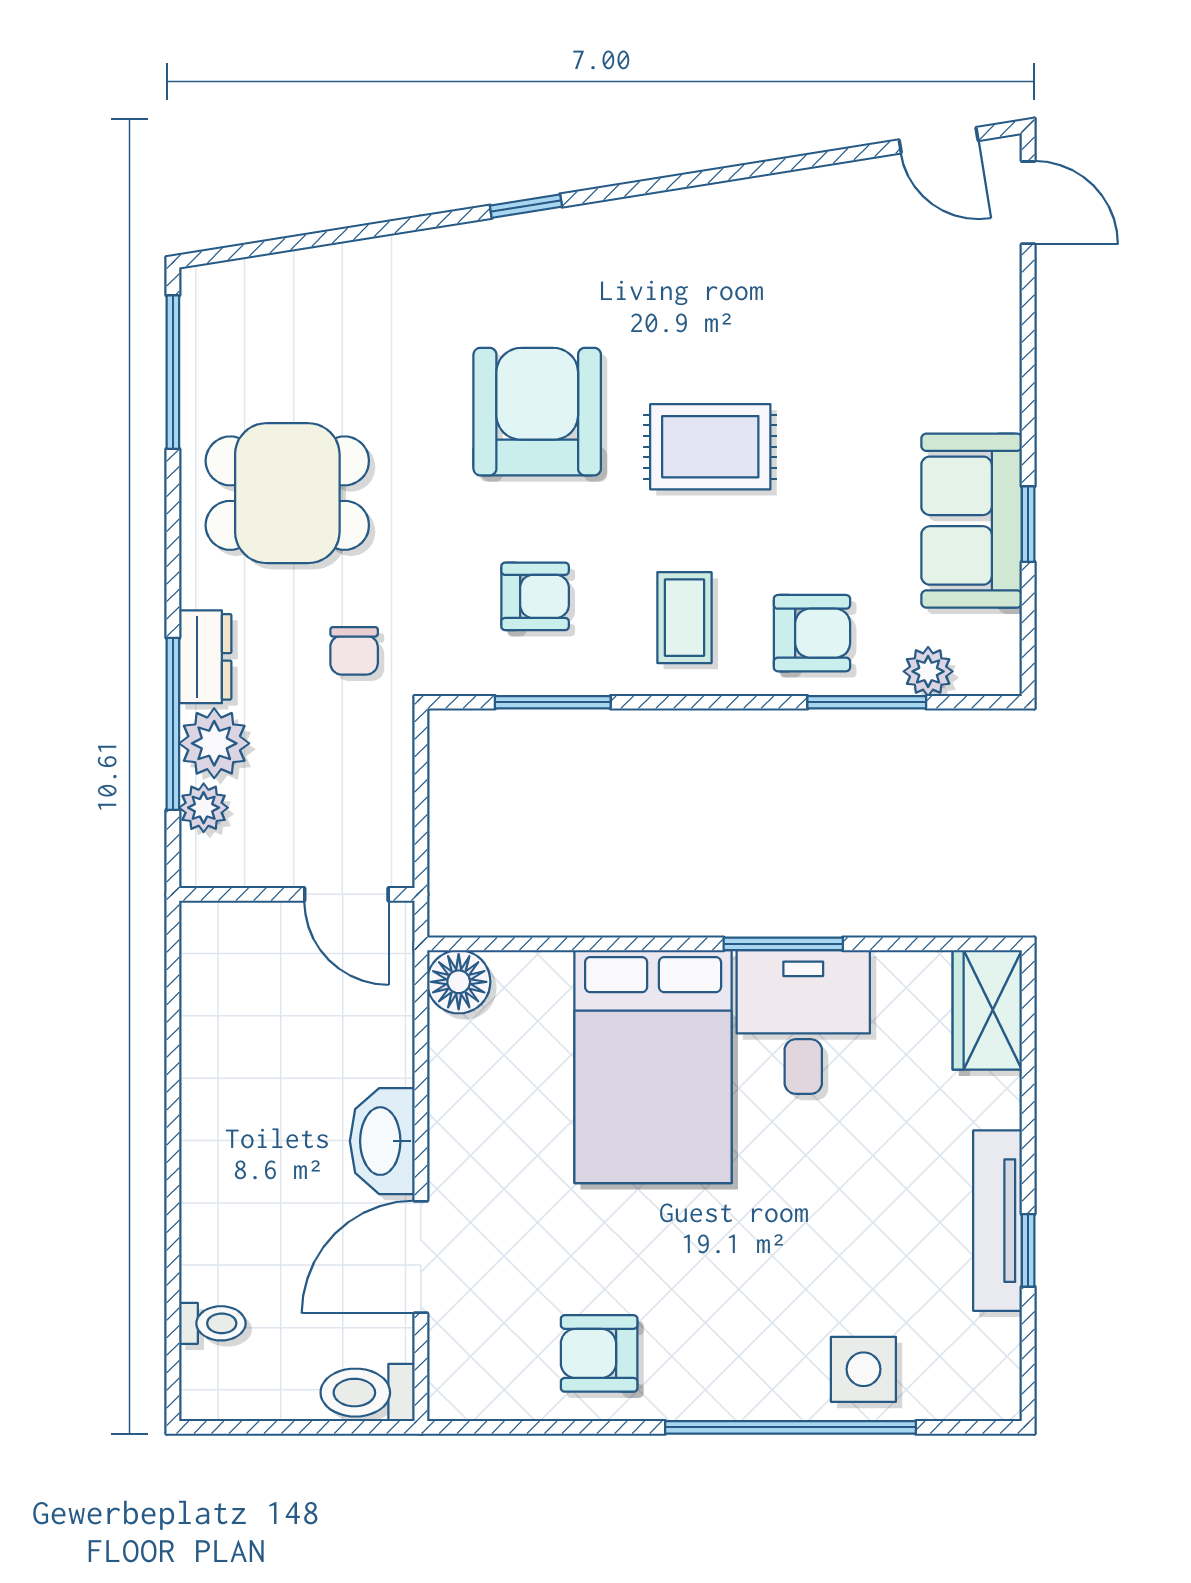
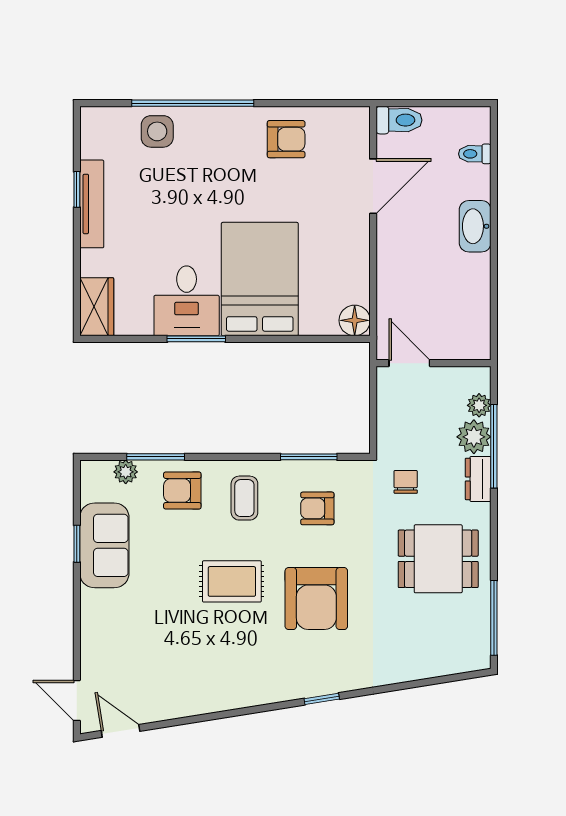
washbasin: (382, 1141) -> (475, 226), moved, turned 180

